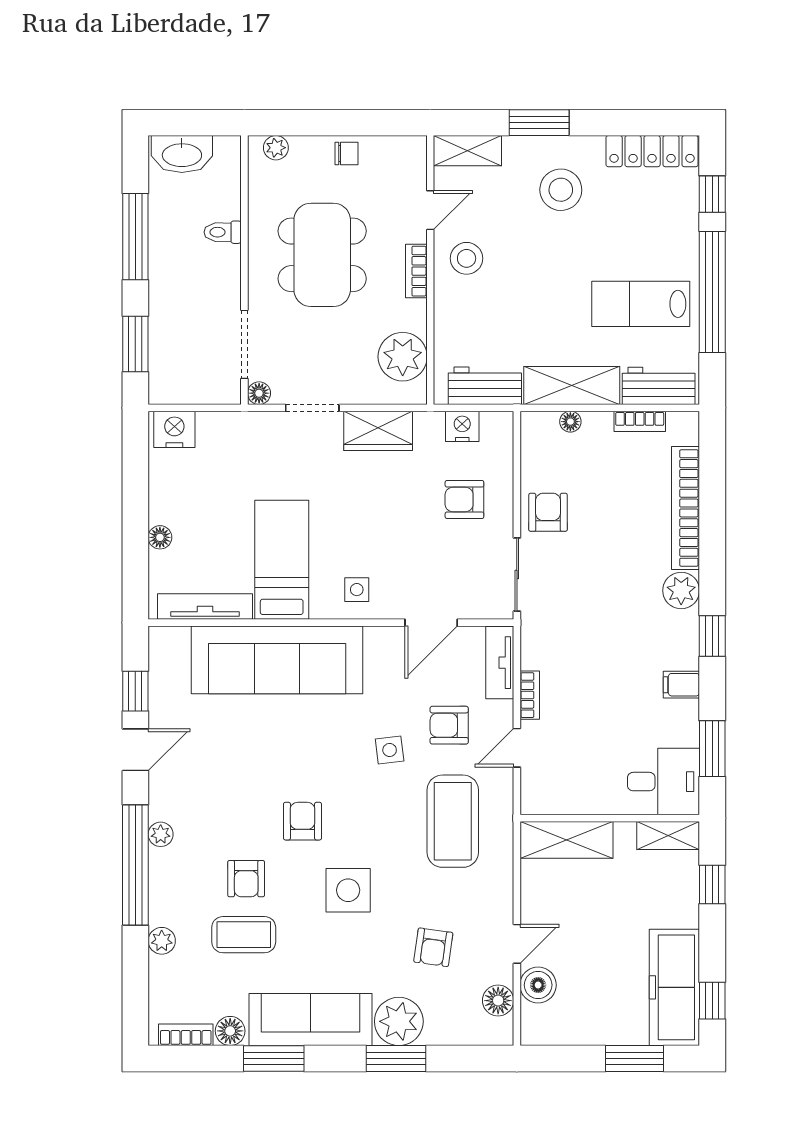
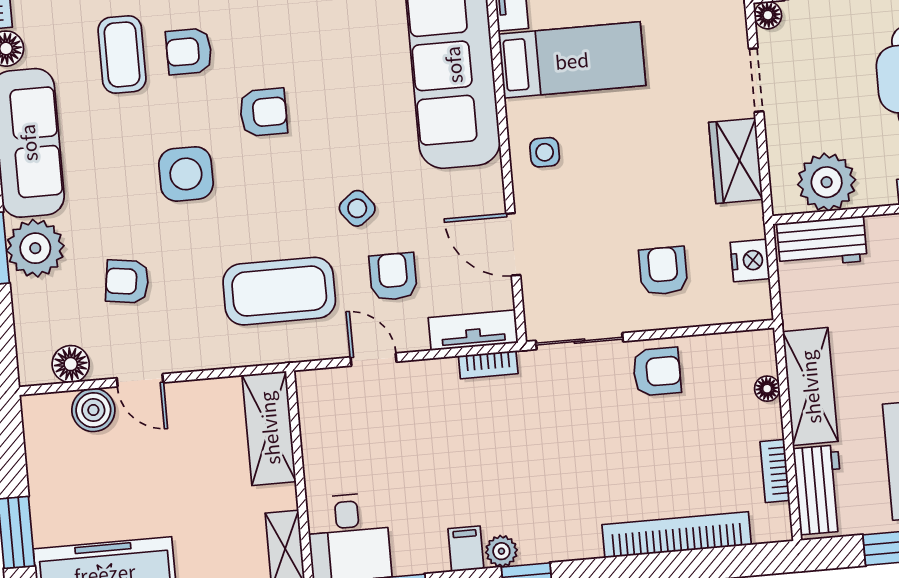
workbench: (485, 386) -> (822, 242), moved, turned 90
plant: (681, 591) -> (501, 551), moved, width x0.73, depth x0.73
bookcase: (530, 695) -> (488, 365), moved
side table: (390, 750) -> (357, 208), turned -31

